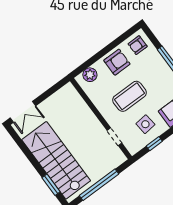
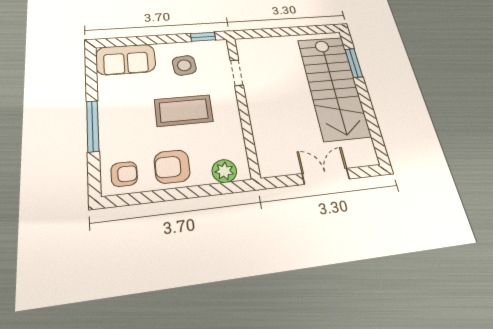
double door: (23, 112) -> (326, 176), moved
window: (154, 144) -> (203, 37), moved
window: (99, 185) -> (289, 31), removed

